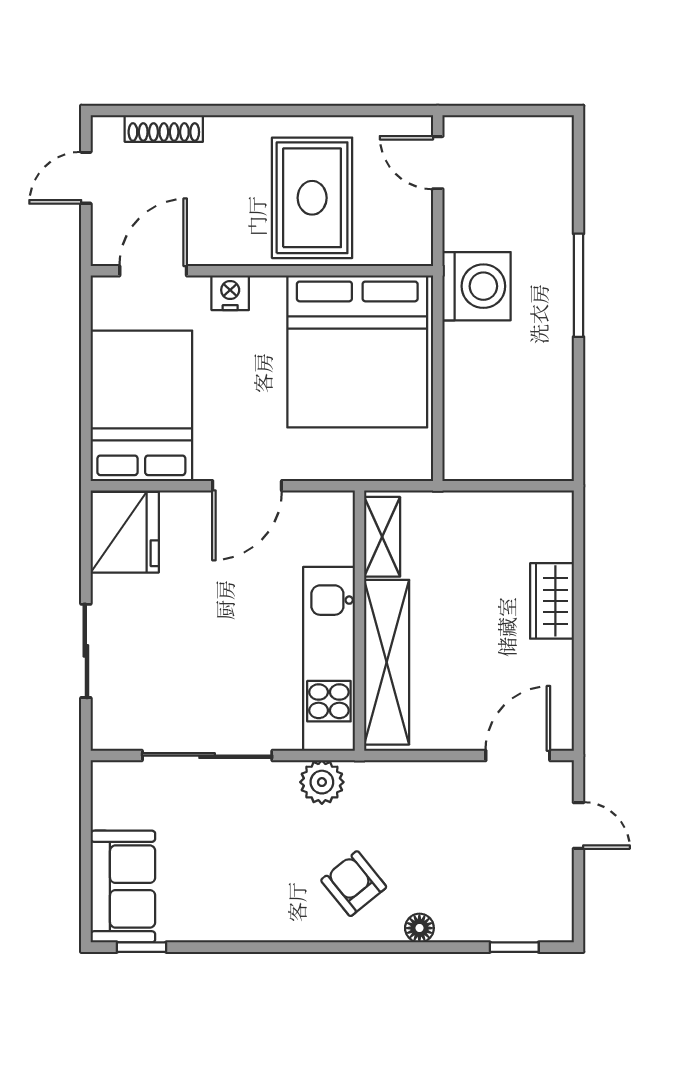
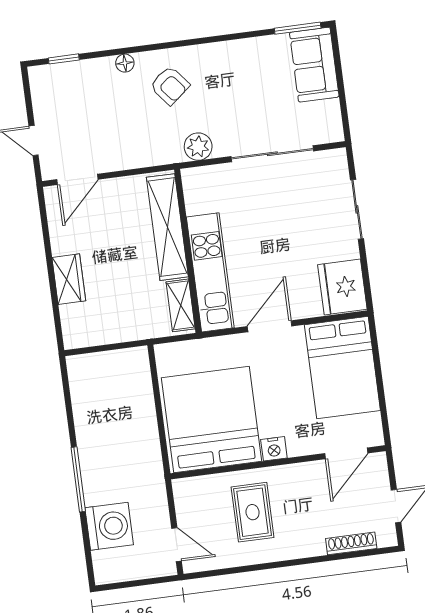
rug: (312, 198) -> (253, 512), width x0.73, depth x0.70
washing machine: (477, 286) -> (109, 526), moved, turned 180
nightstand: (230, 293) -> (274, 449), moved
kitchen unit: (329, 659) -> (210, 272), moved
window: (142, 947) -> (298, 28), width x1.50

